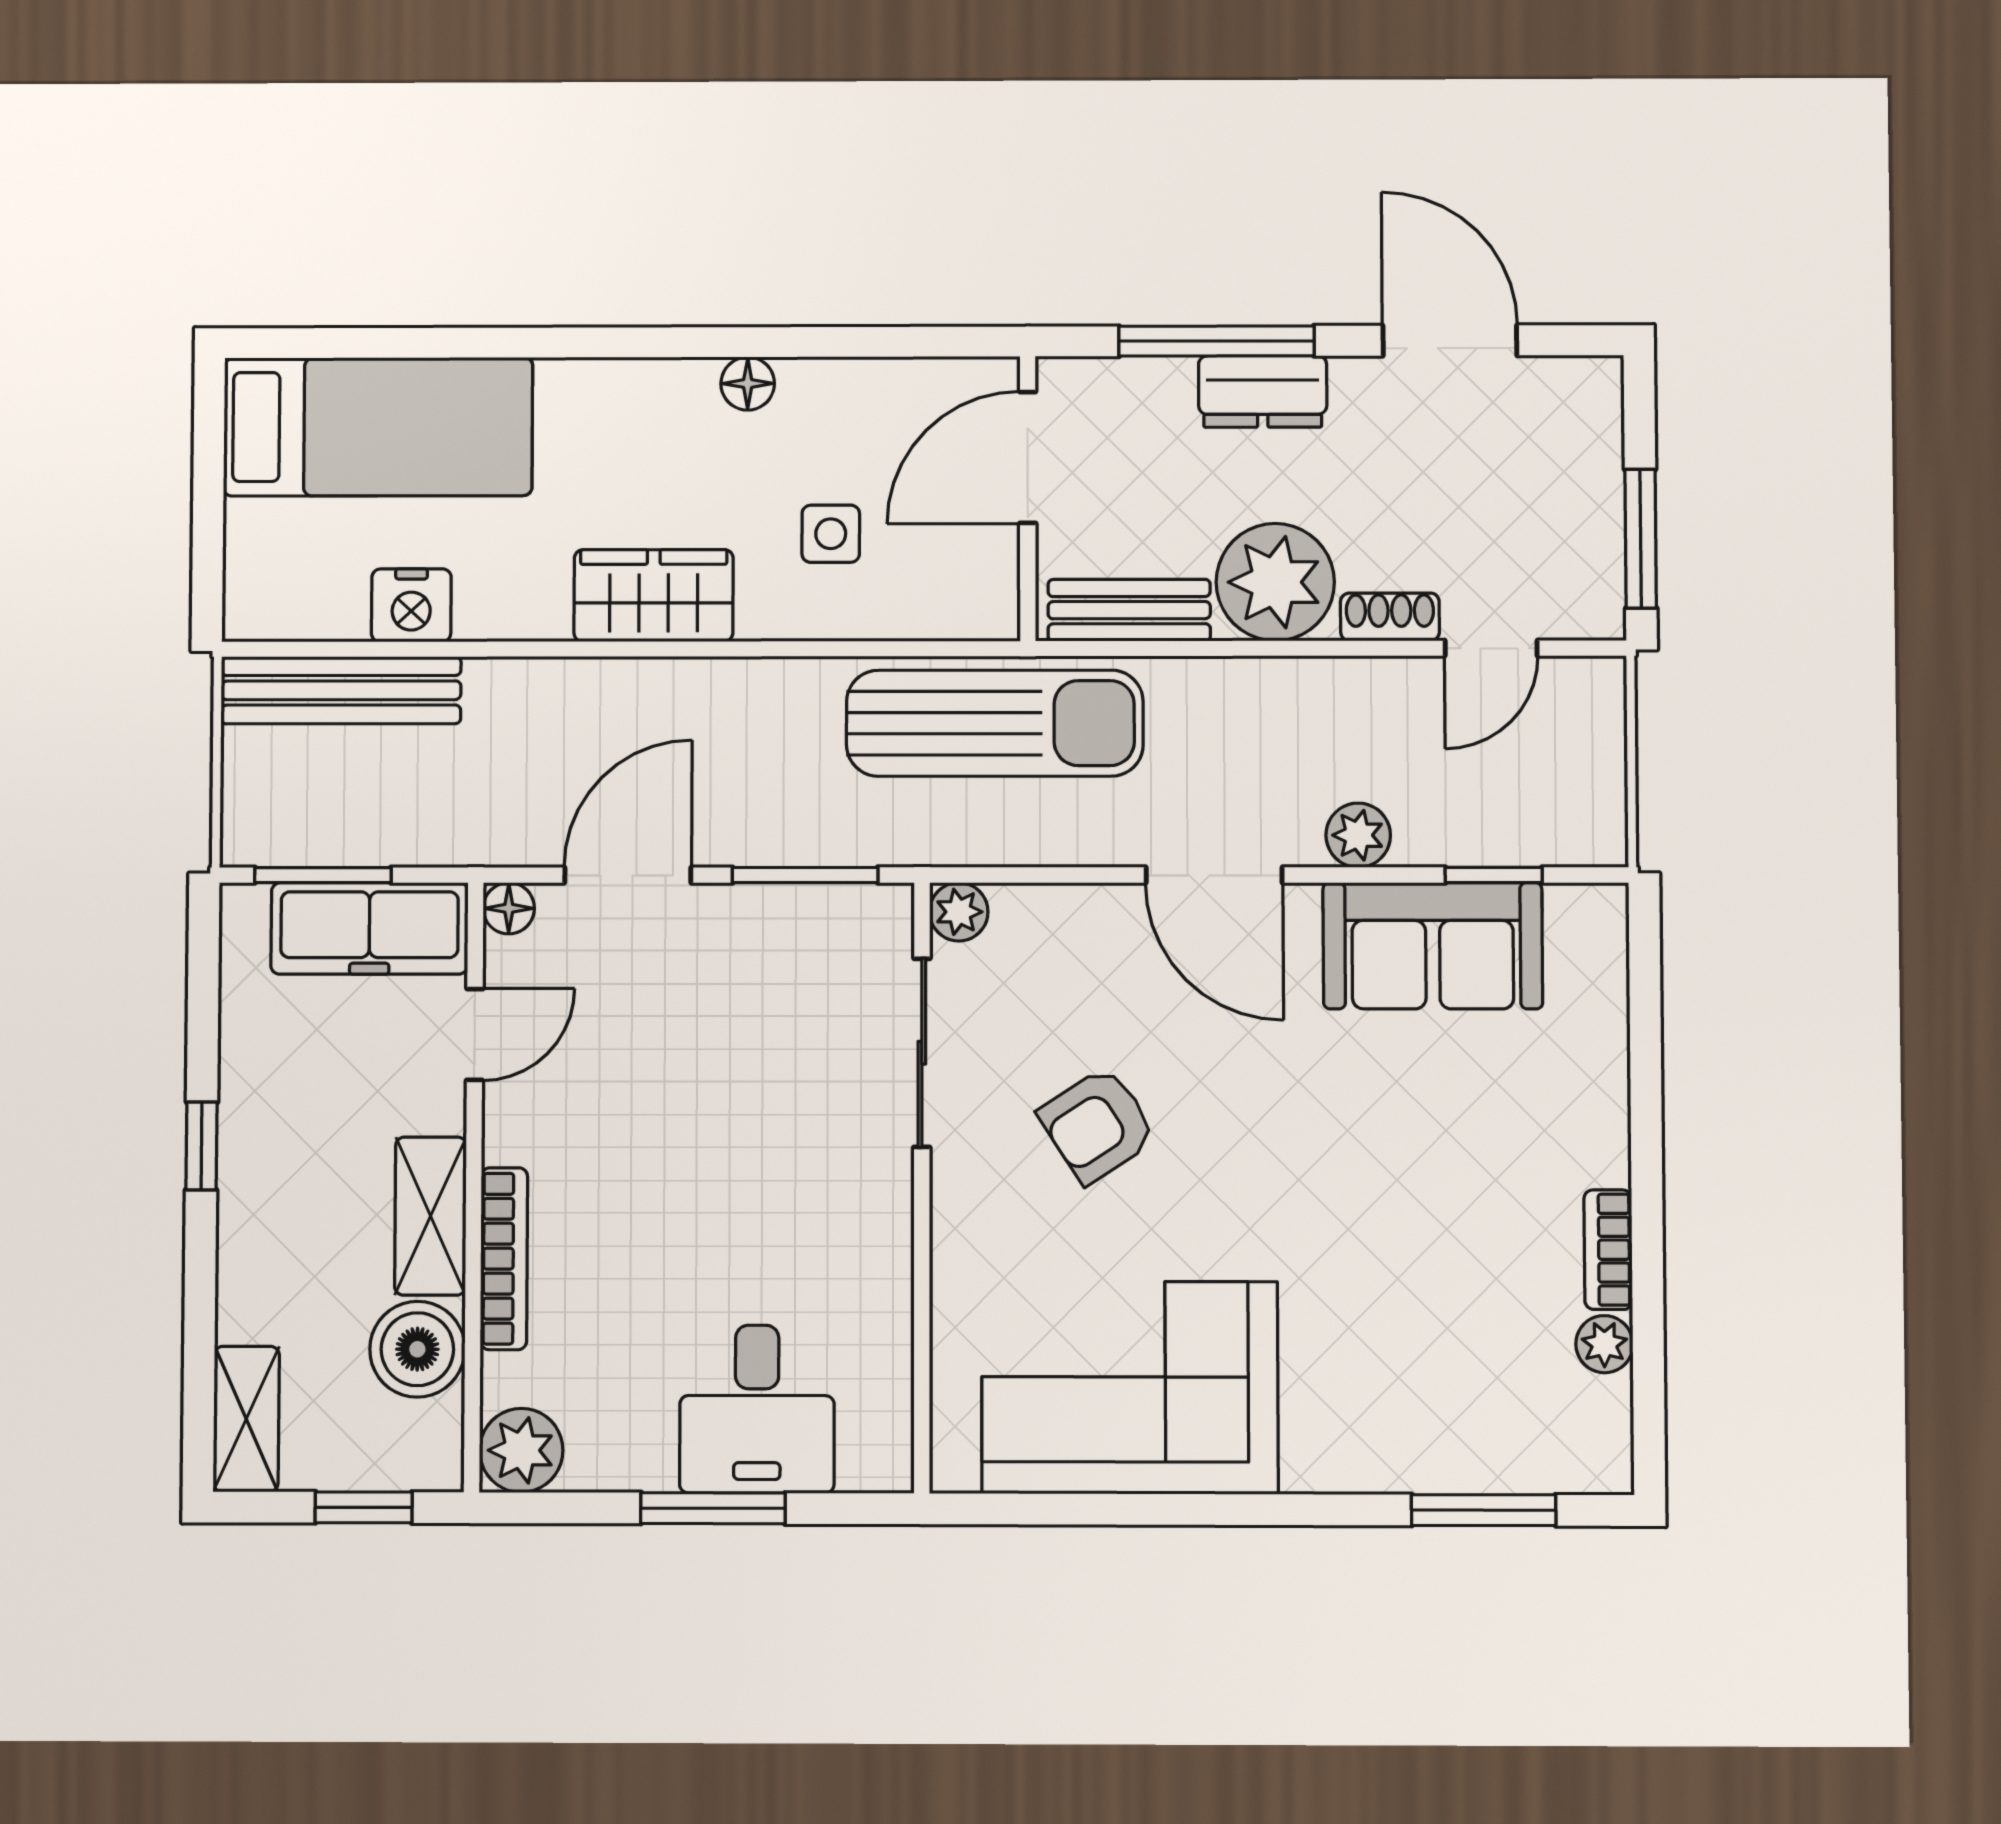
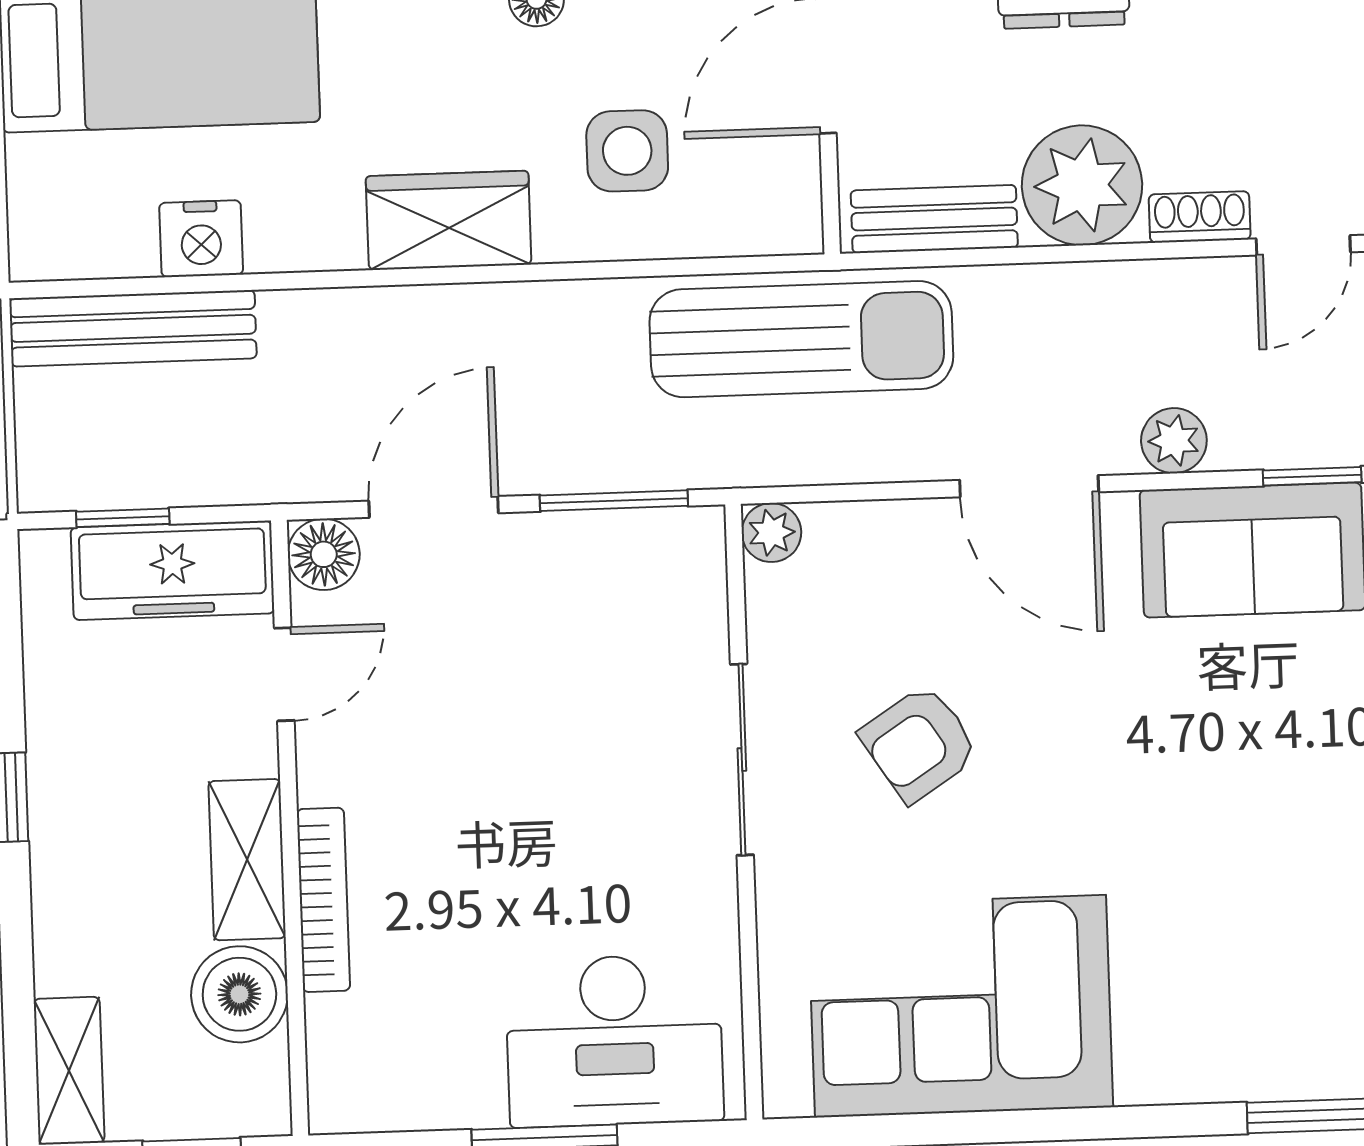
side table: (831, 534) -> (627, 151), width x1.37, depth x1.37
window: (323, 875) -> (123, 518), width x0.67
floor lamp: (509, 908) -> (324, 554), width x1.37, depth x1.37
sliding door: (922, 1053) -> (742, 760), moved
desk: (757, 1409) -> (614, 1041), width x1.37
plant: (521, 1450) -> (349, 1092), removed

